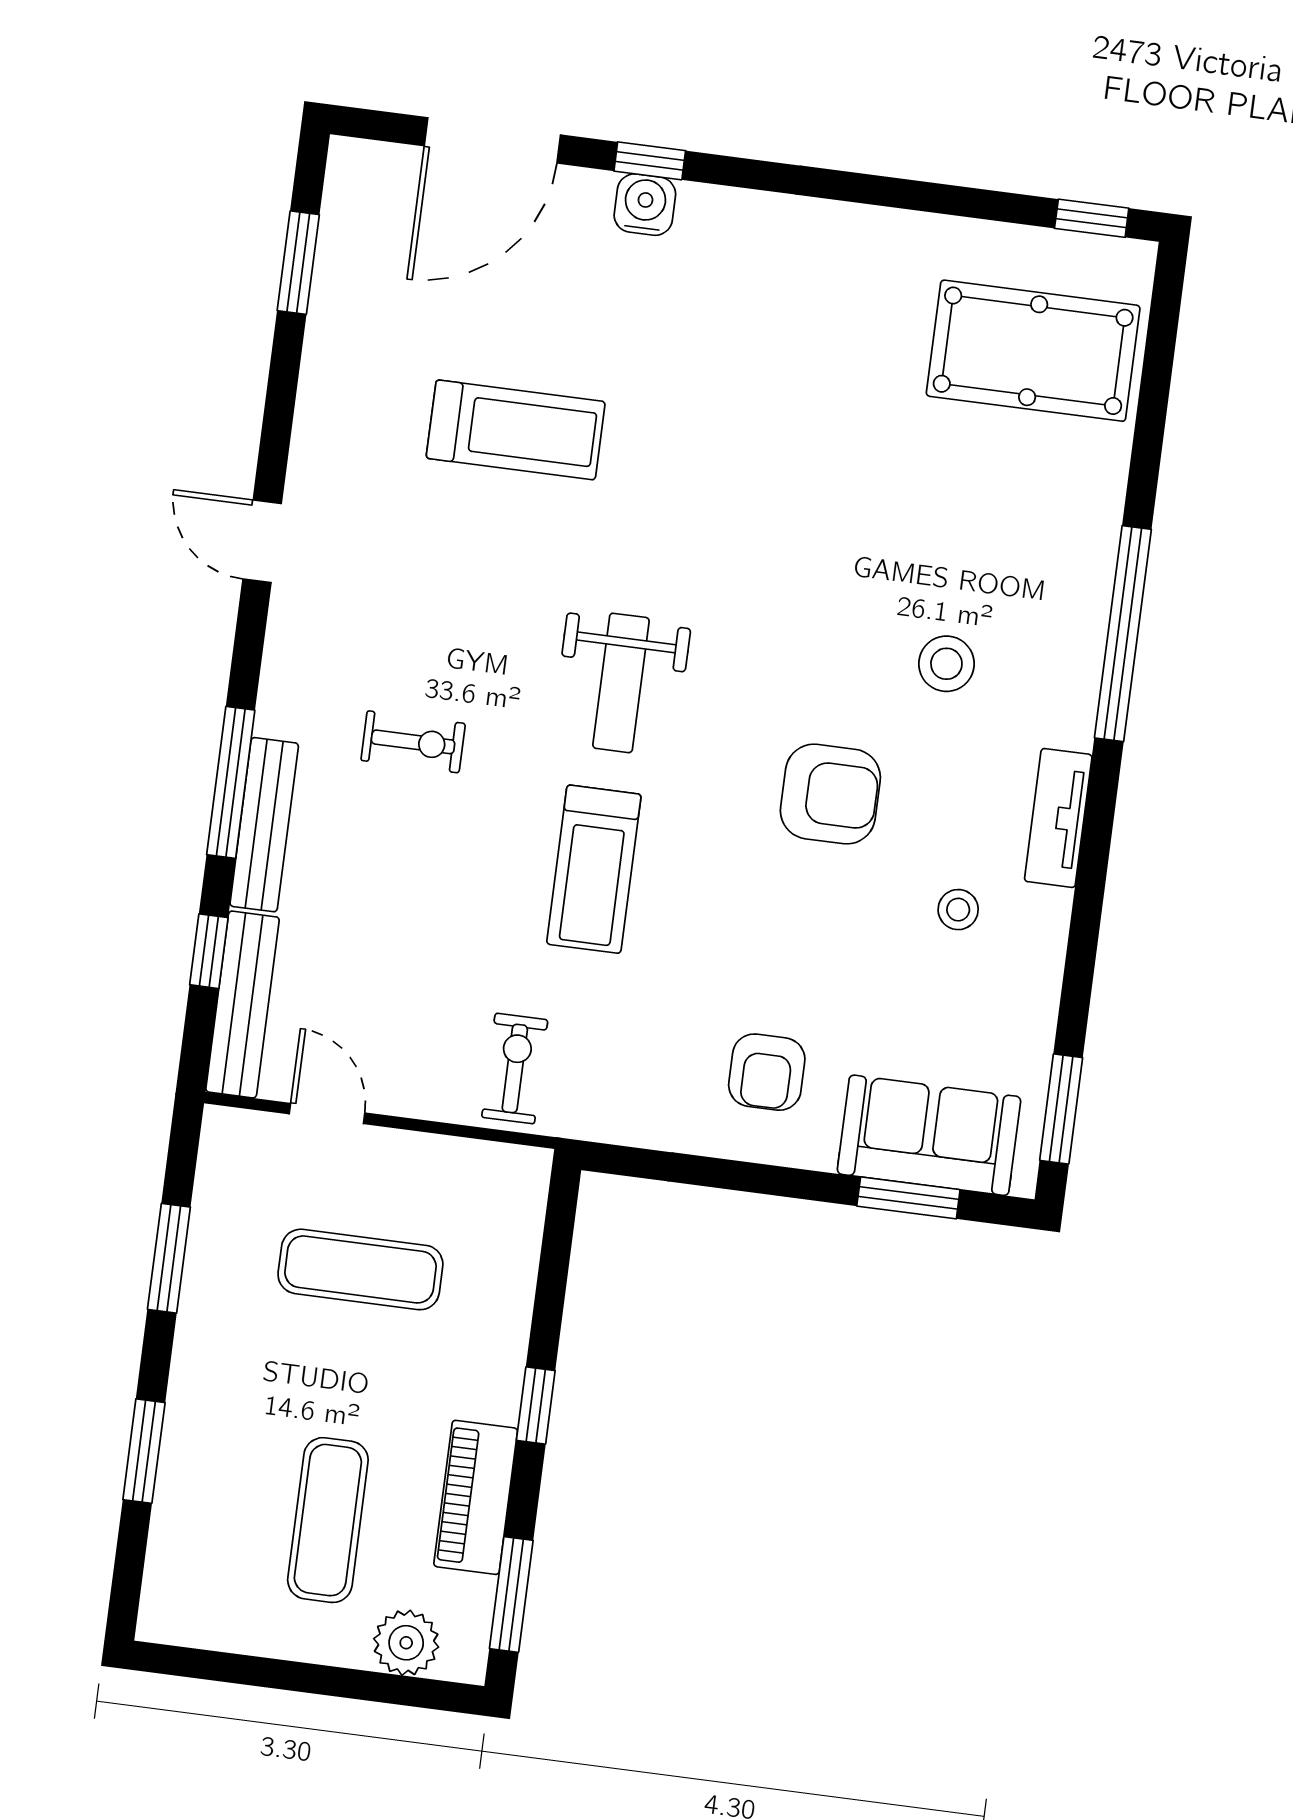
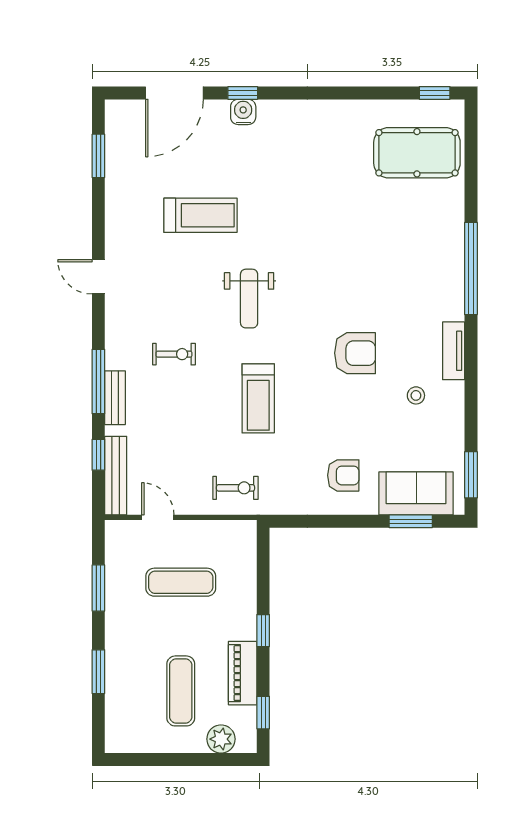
stool: (946, 664) -> (397, 291), removed
weight bench: (621, 683) -> (249, 299), moved
bench: (264, 825) -> (115, 398), width x0.73
exercise bike: (515, 1068) -> (235, 488), turned 90
armchair: (767, 1072) -> (343, 475), turned -90
window: (511, 1594) -> (263, 713), width x0.67

